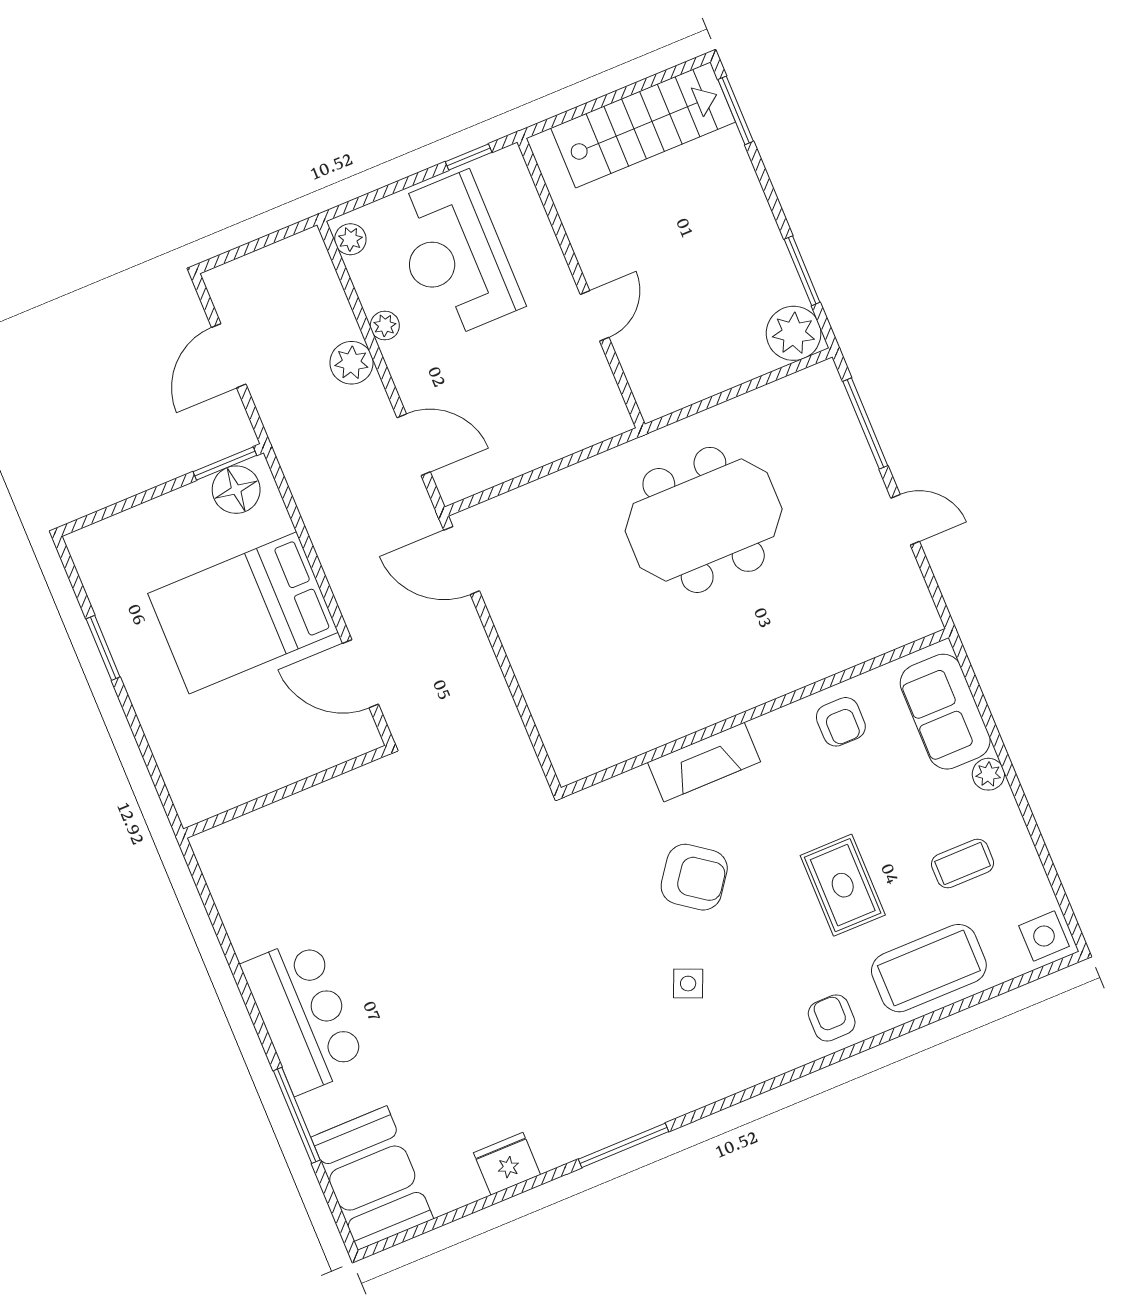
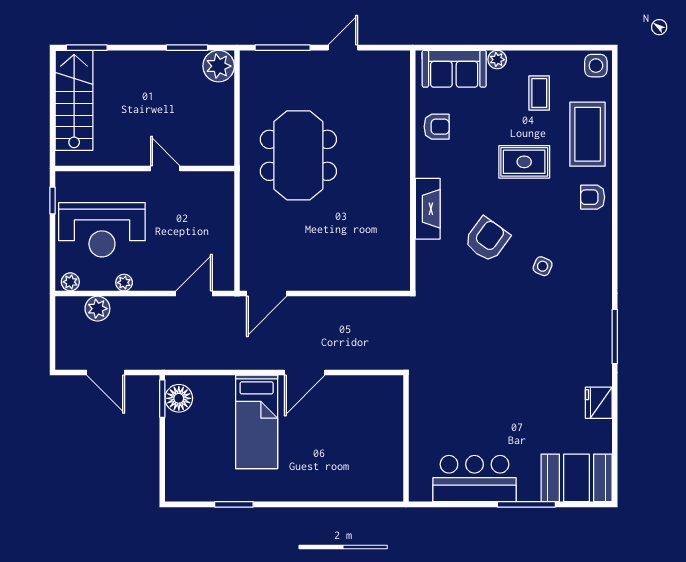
plant: (352, 363) -> (97, 309), moved
bed: (243, 613) -> (257, 422), width x0.67
wall: (286, 792) -> (406, 438), moved

